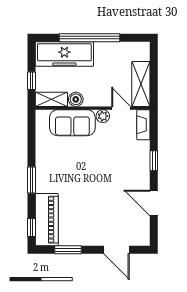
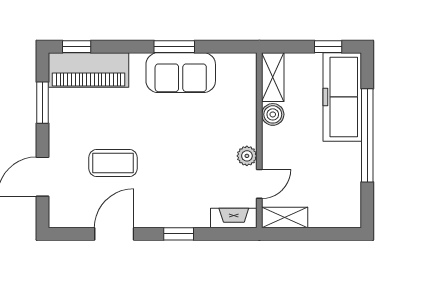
window: (31, 81) -> (328, 47), moved
shelving: (141, 84) -> (285, 218), width x0.67, depth x0.75
sofa: (72, 123) -> (181, 73), moved, turned -90
window: (31, 180) -> (174, 47), moved
coffee table: (107, 204) -> (113, 163), added

